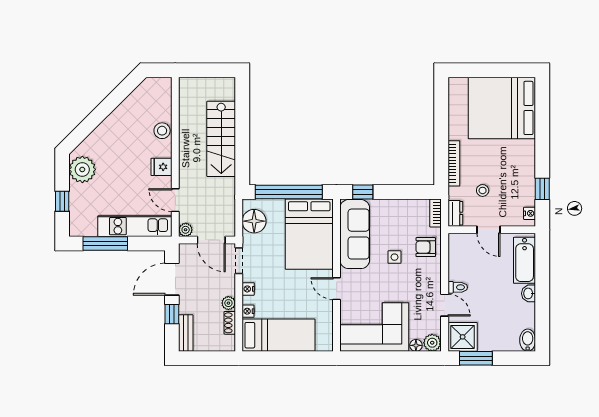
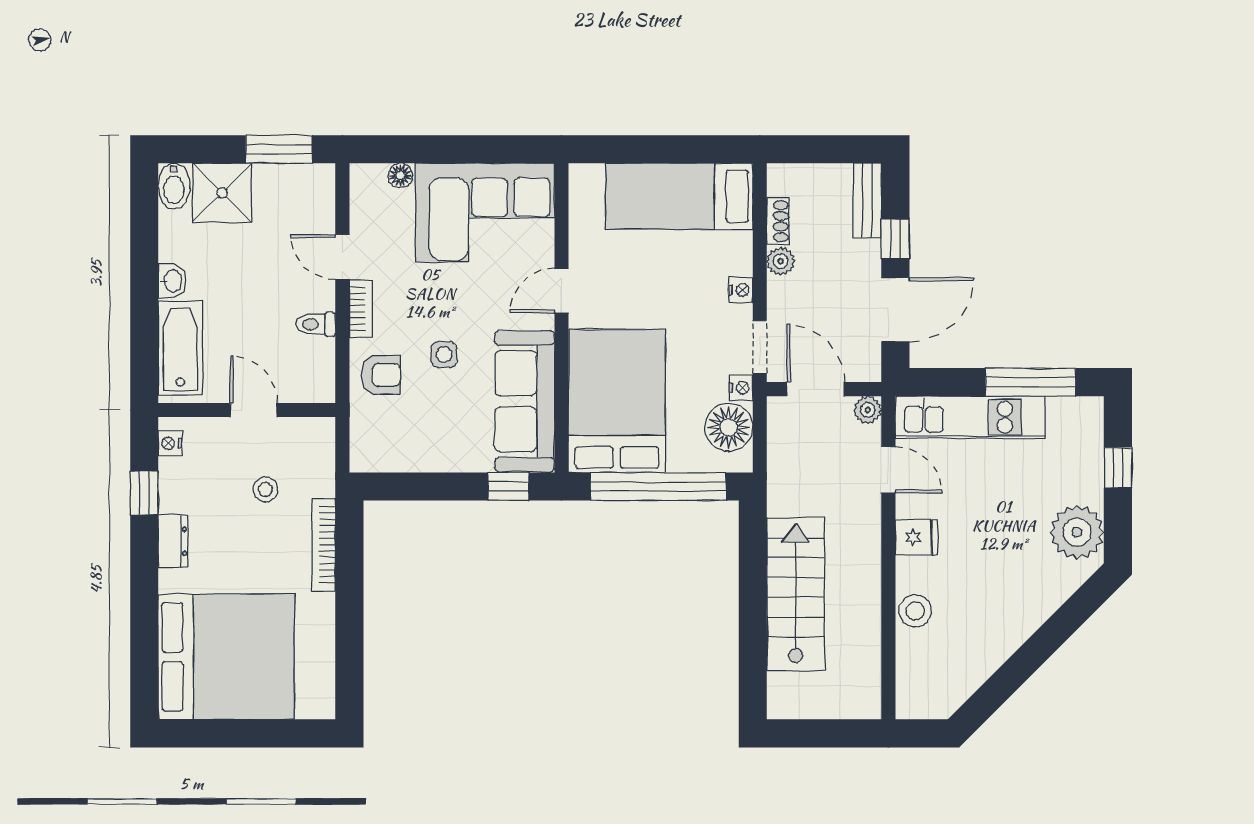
bookcase: (435, 213) -> (361, 309), moved
dresser: (455, 213) -> (173, 541), moved, turned 180
toilet: (458, 287) -> (316, 324), moved
door: (337, 289) -> (562, 291), swing flipped
nightstand: (248, 311) -> (741, 388), moved
shower: (463, 337) -> (222, 193), moved
plant: (432, 343) -> (367, 181), removed

